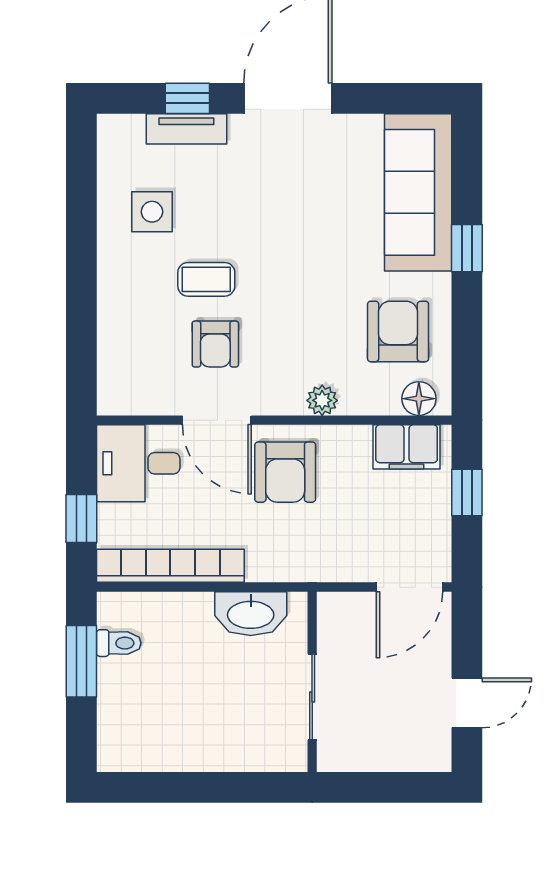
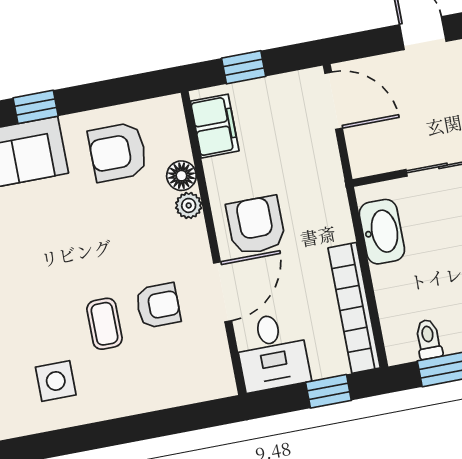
floor lamp: (419, 399) -> (181, 176), moved
armchair: (285, 472) -> (256, 225), turned -90

